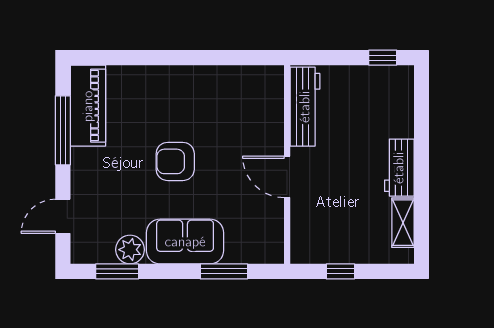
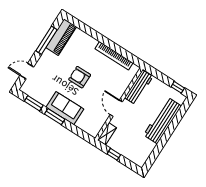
bookcase: (216, 76) -> (114, 56), added
workbench: (399, 168) -> (163, 121), width x1.88, depth x1.32
shelving: (403, 223) -> (107, 134), moved
plant: (130, 250) -> (43, 98), removed
window: (224, 271) -> (55, 117), moved

